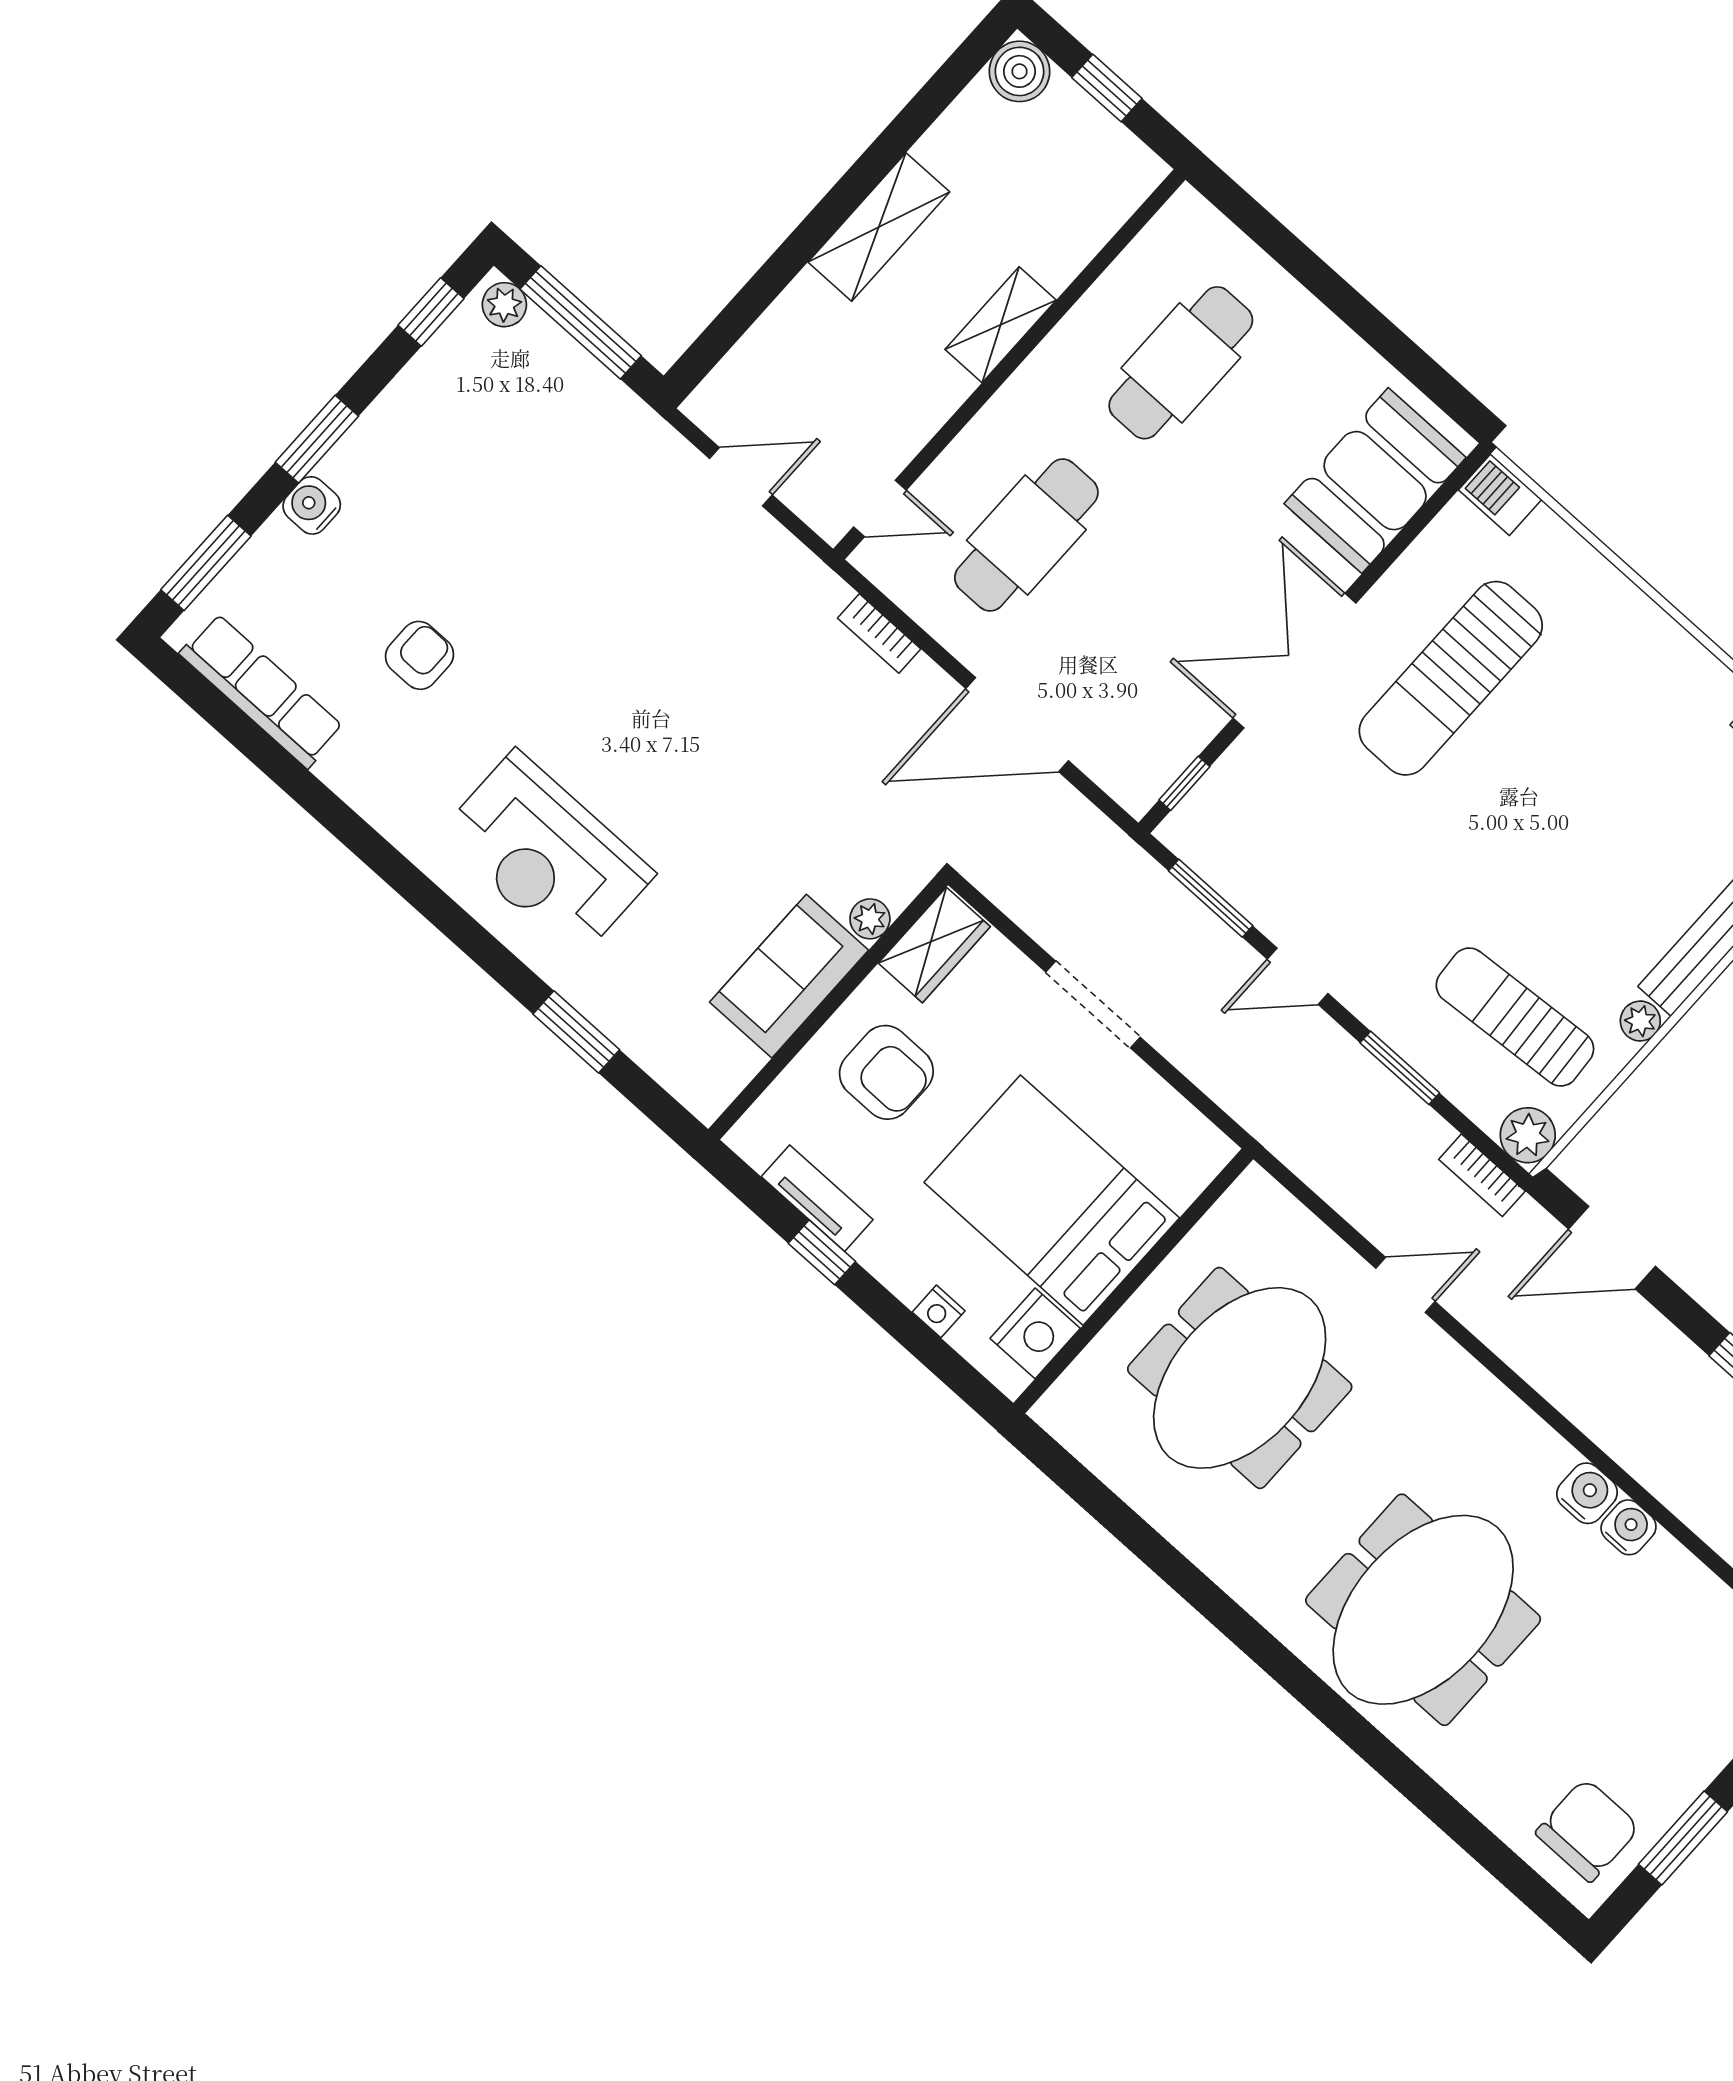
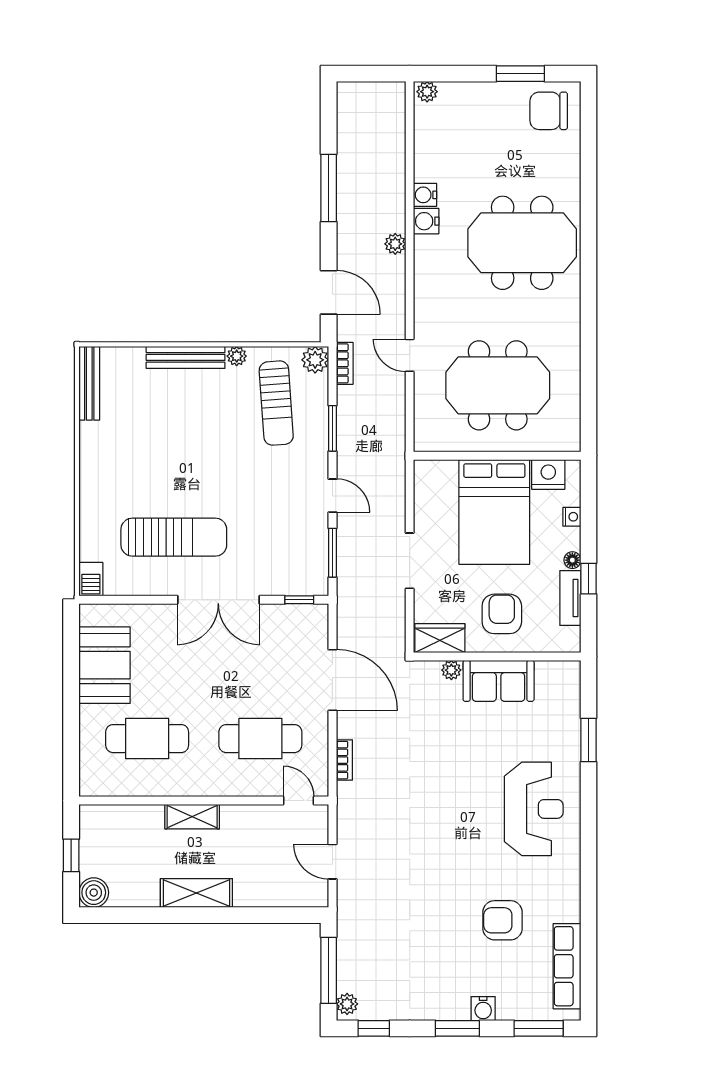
booth: (1375, 481) -> (105, 665), moved, turned 90
armchair: (419, 655) -> (503, 920), width x1.38, depth x1.38
floor lamp: (872, 1253) -> (572, 560), added
plant: (1595, 1415) -> (395, 244), added

